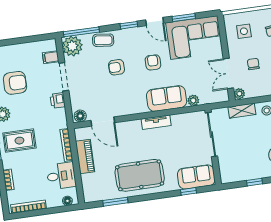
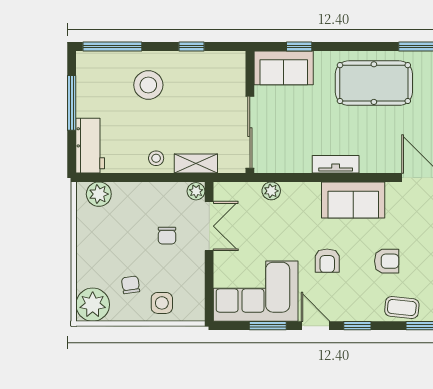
side table: (244, 31) -> (162, 303), moved
sofa: (167, 98) -> (353, 200), moved

